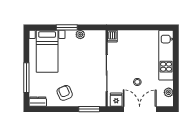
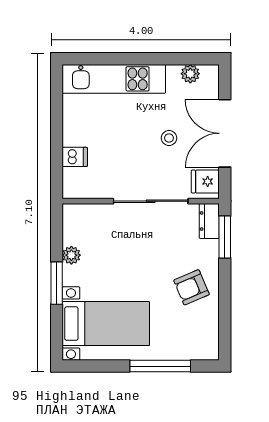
dishwasher: (112, 36) -> (75, 157), moved
dresser: (38, 102) -> (209, 221), moved

